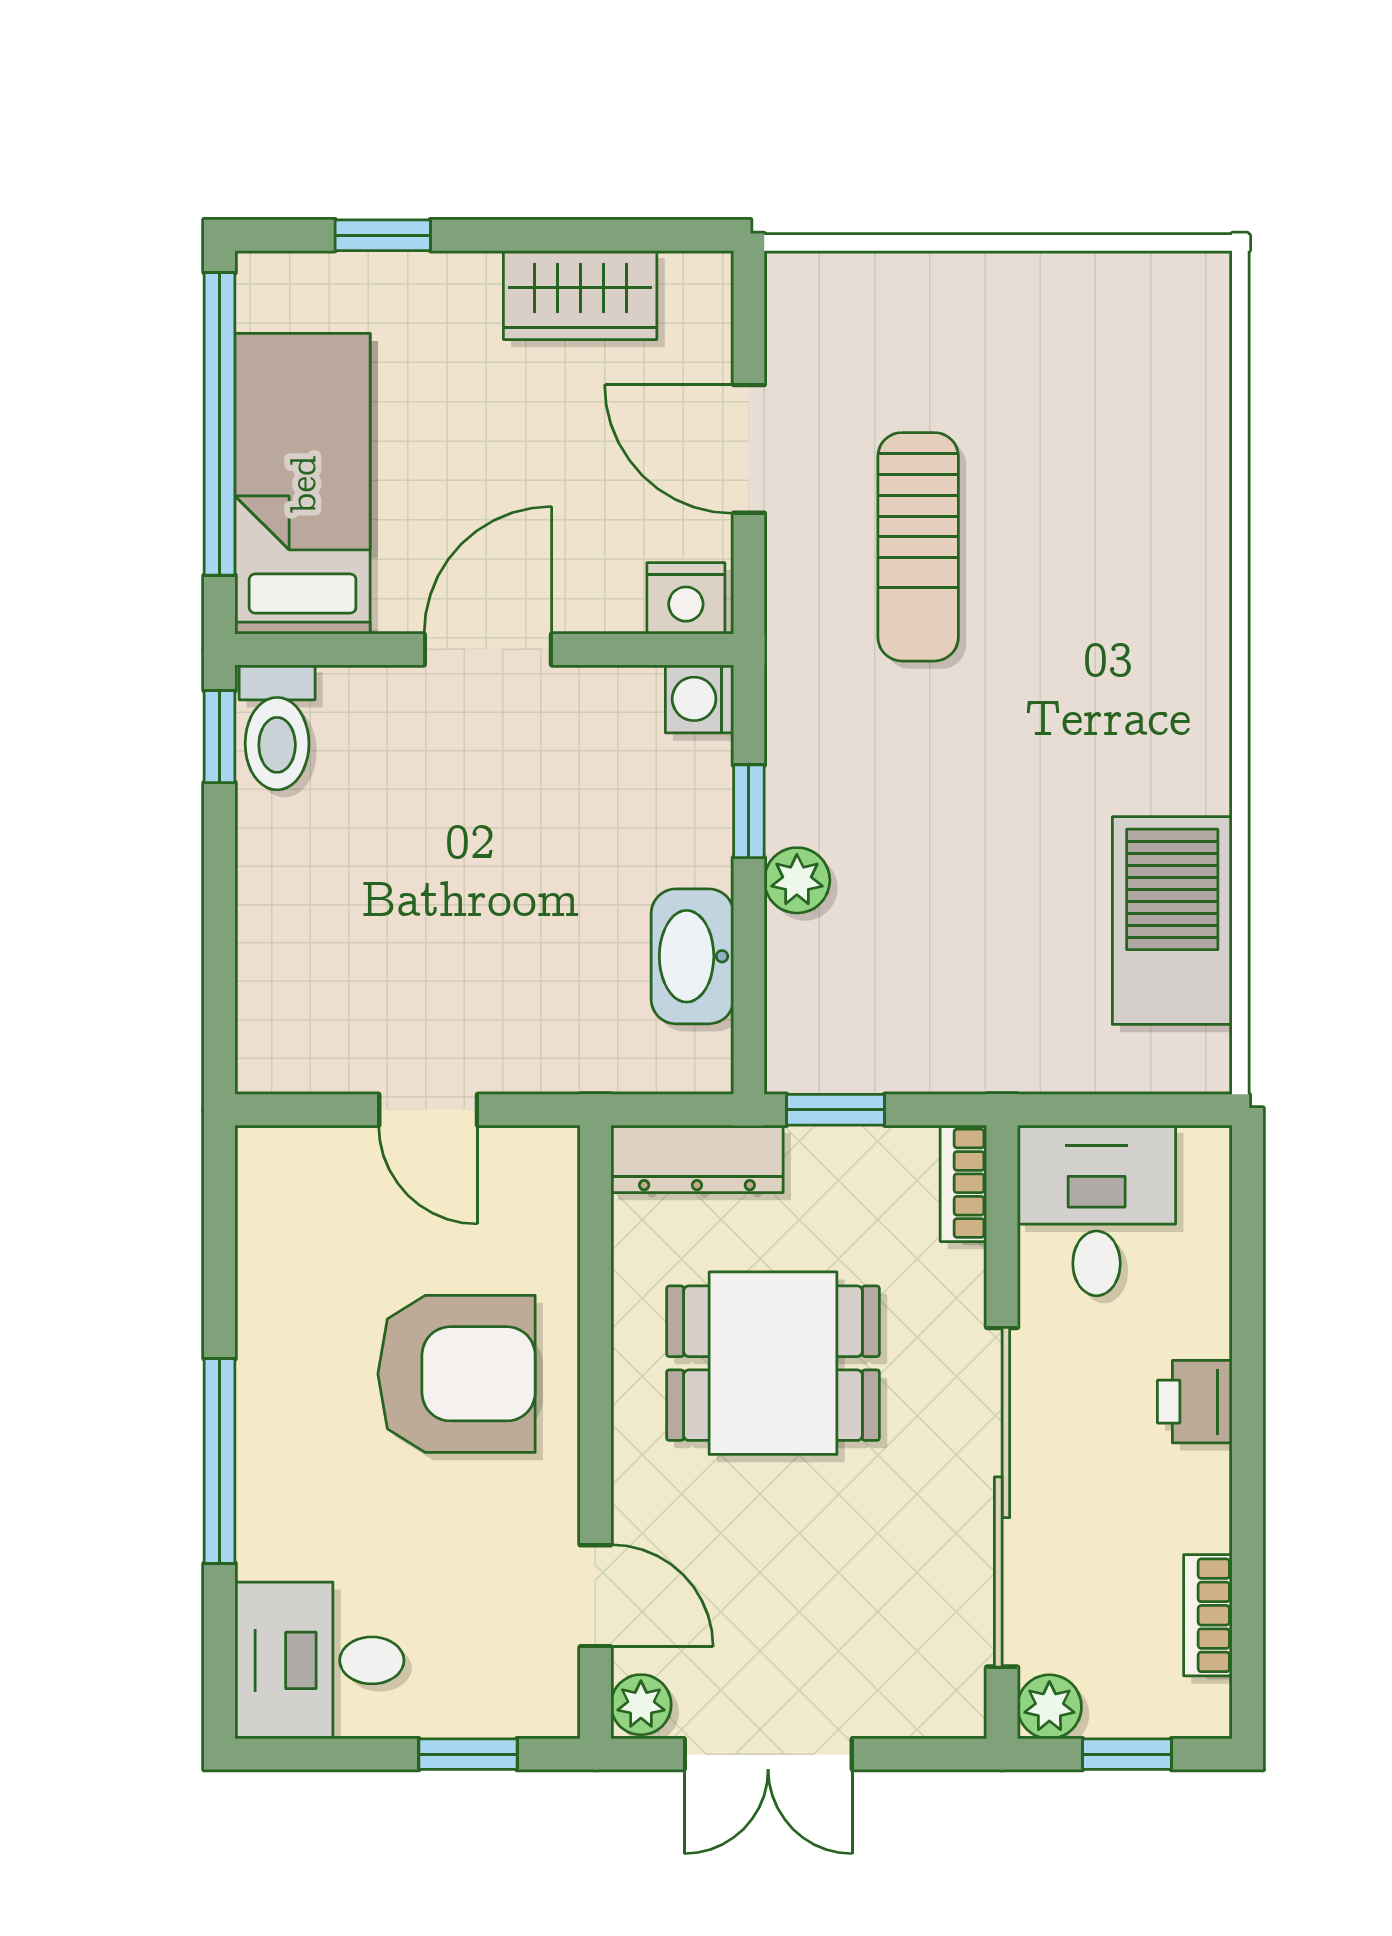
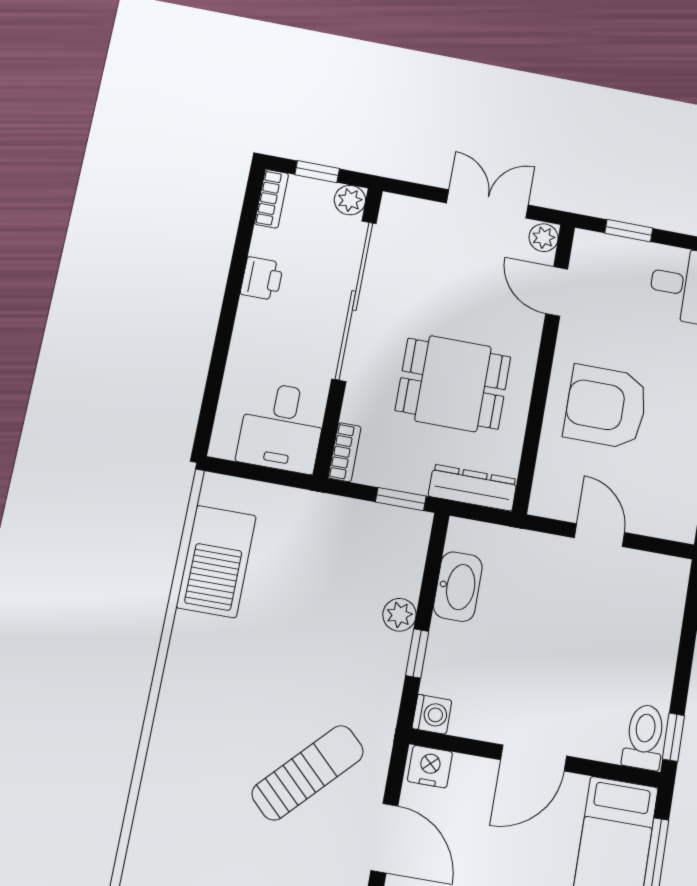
sun lounger: (918, 547) -> (308, 773), turned 44
printer: (1195, 1402) -> (262, 279), moved
bookcase: (1208, 1615) -> (272, 199), moved

